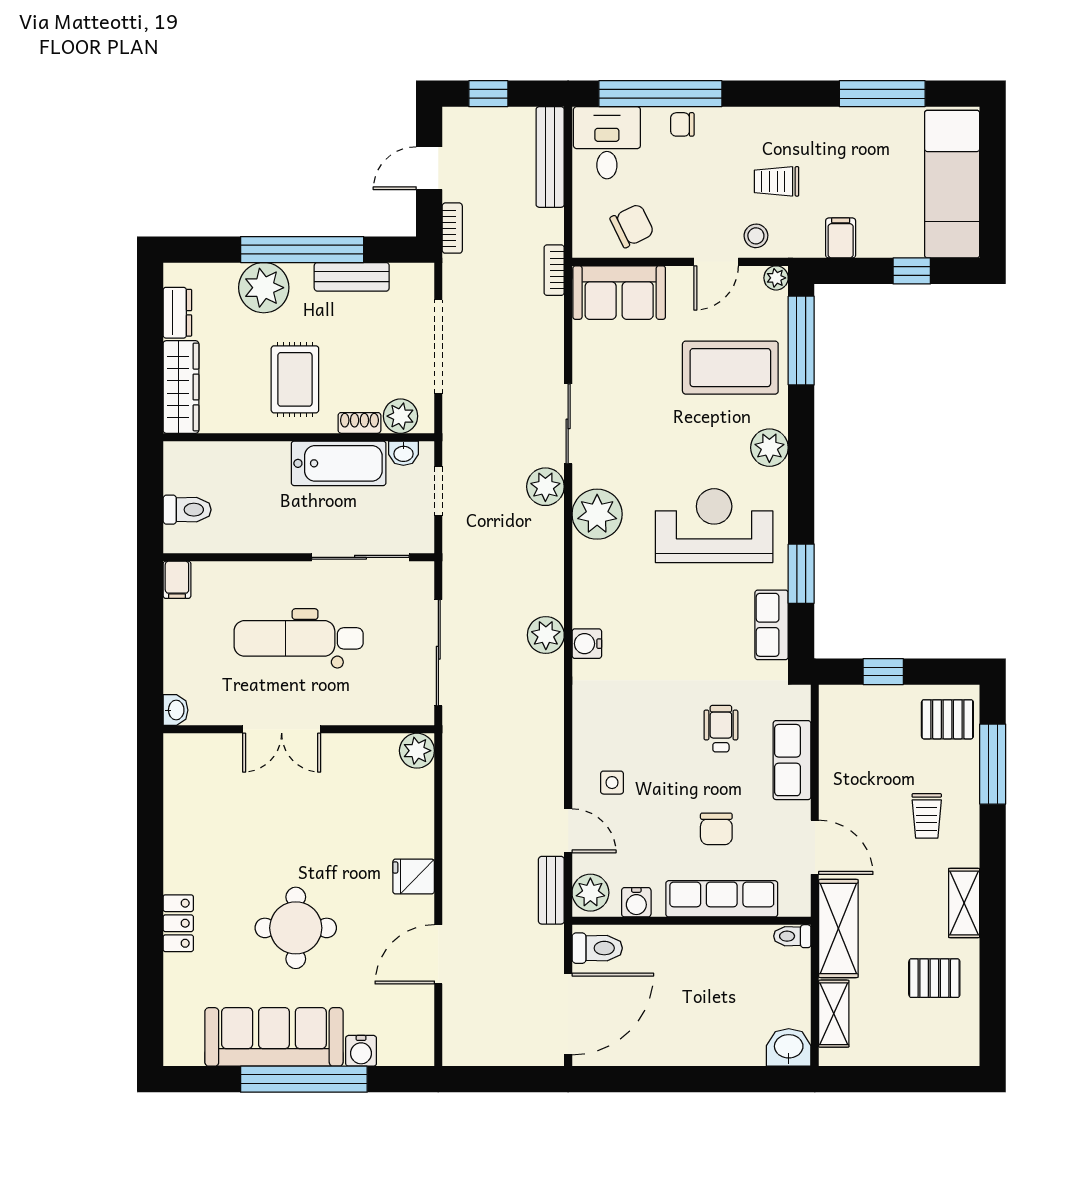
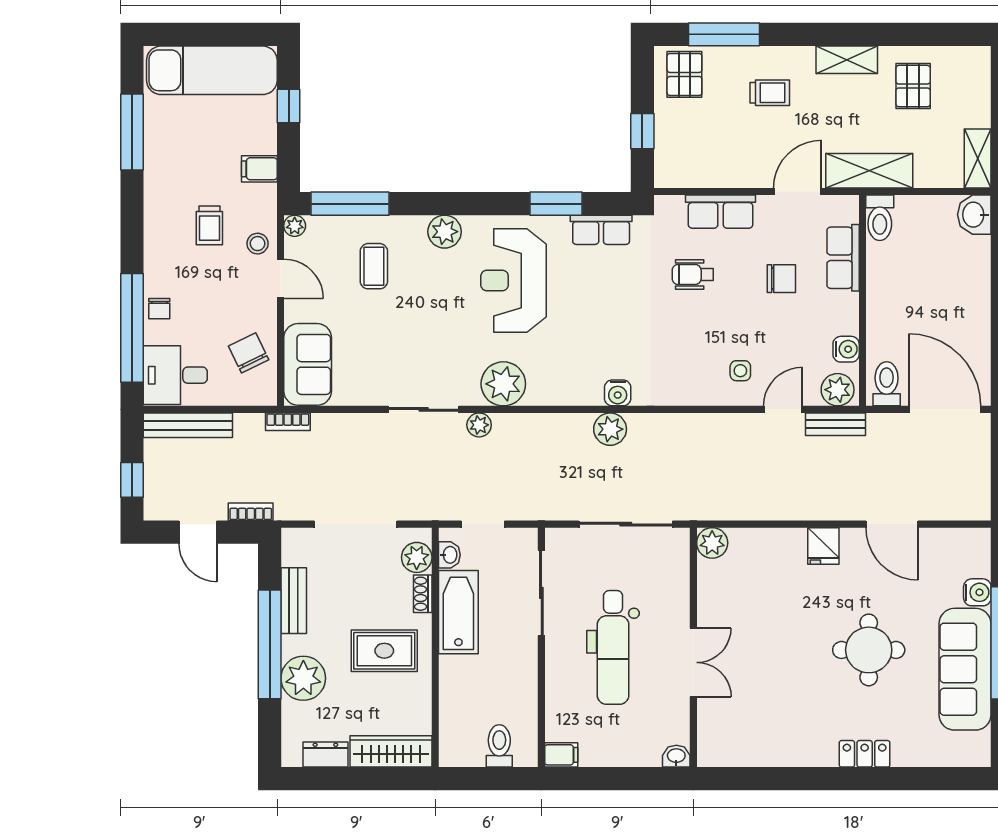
coffee table: (730, 368) -> (374, 266), width x0.54, depth x0.58
plant: (545, 487) -> (479, 425), width x0.73, depth x0.73
row of seats: (722, 899) -> (843, 258), width x0.68
toilet: (792, 936) -> (880, 218), width x1.37, depth x1.39
shelving: (834, 1014) -> (978, 159), moved, turned 90

